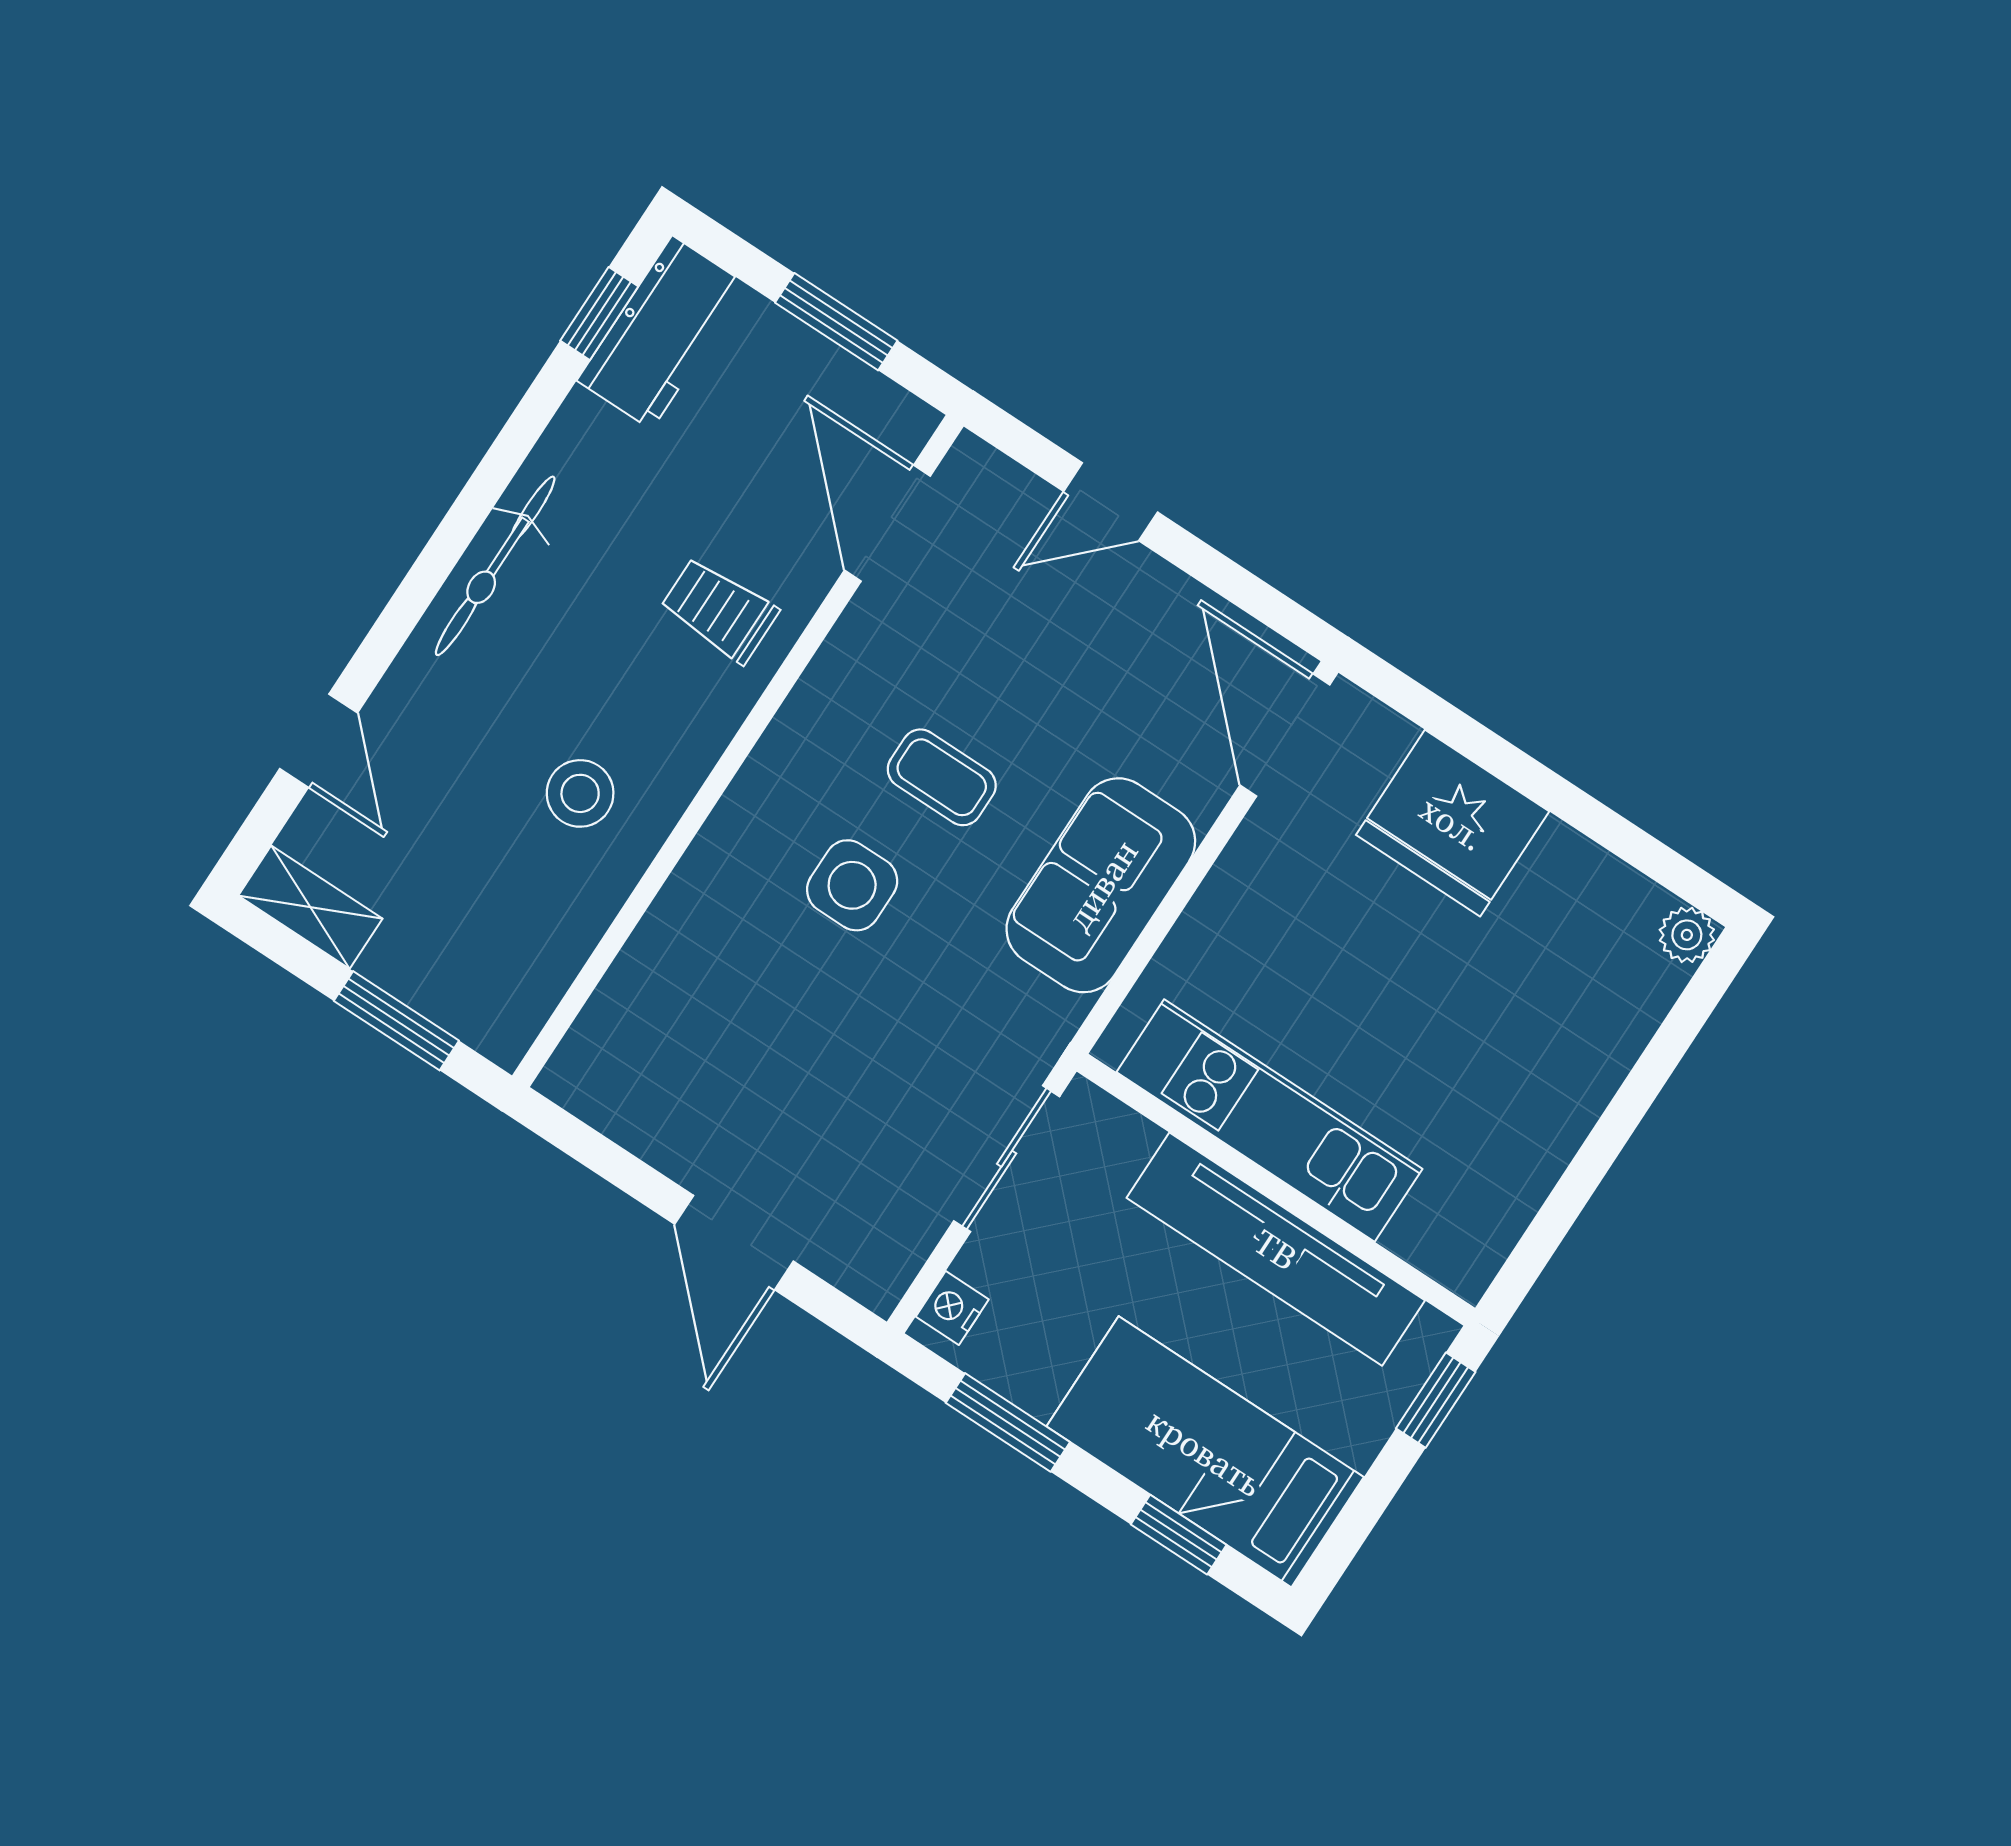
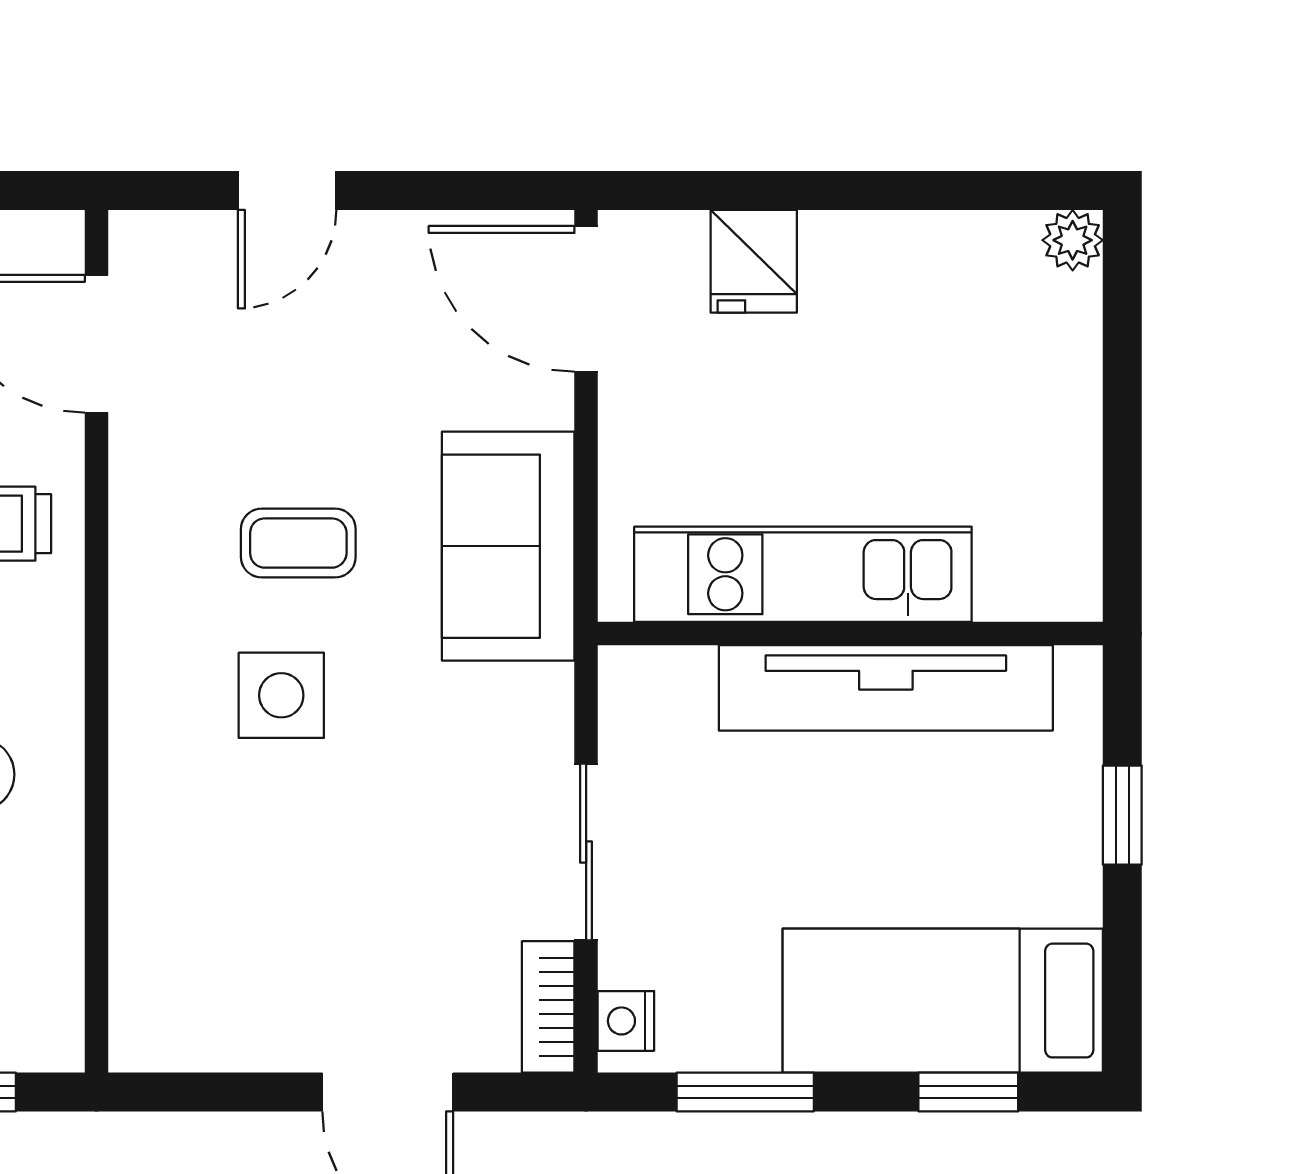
fridge: (1453, 823) -> (754, 261), width x0.53, depth x0.75
kitchen unit: (1269, 1120) -> (803, 574), moved
wall: (1276, 1190) -> (850, 633), moved
tv unit: (1276, 1249) -> (886, 688), moved
bookcase: (900, 1258) -> (548, 1007), added

